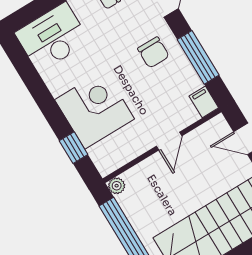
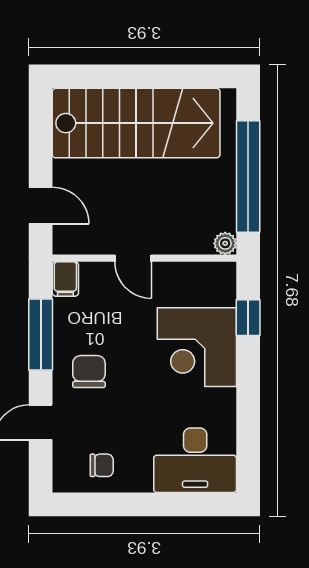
door: (169, 141) -> (133, 258), swing flipped

